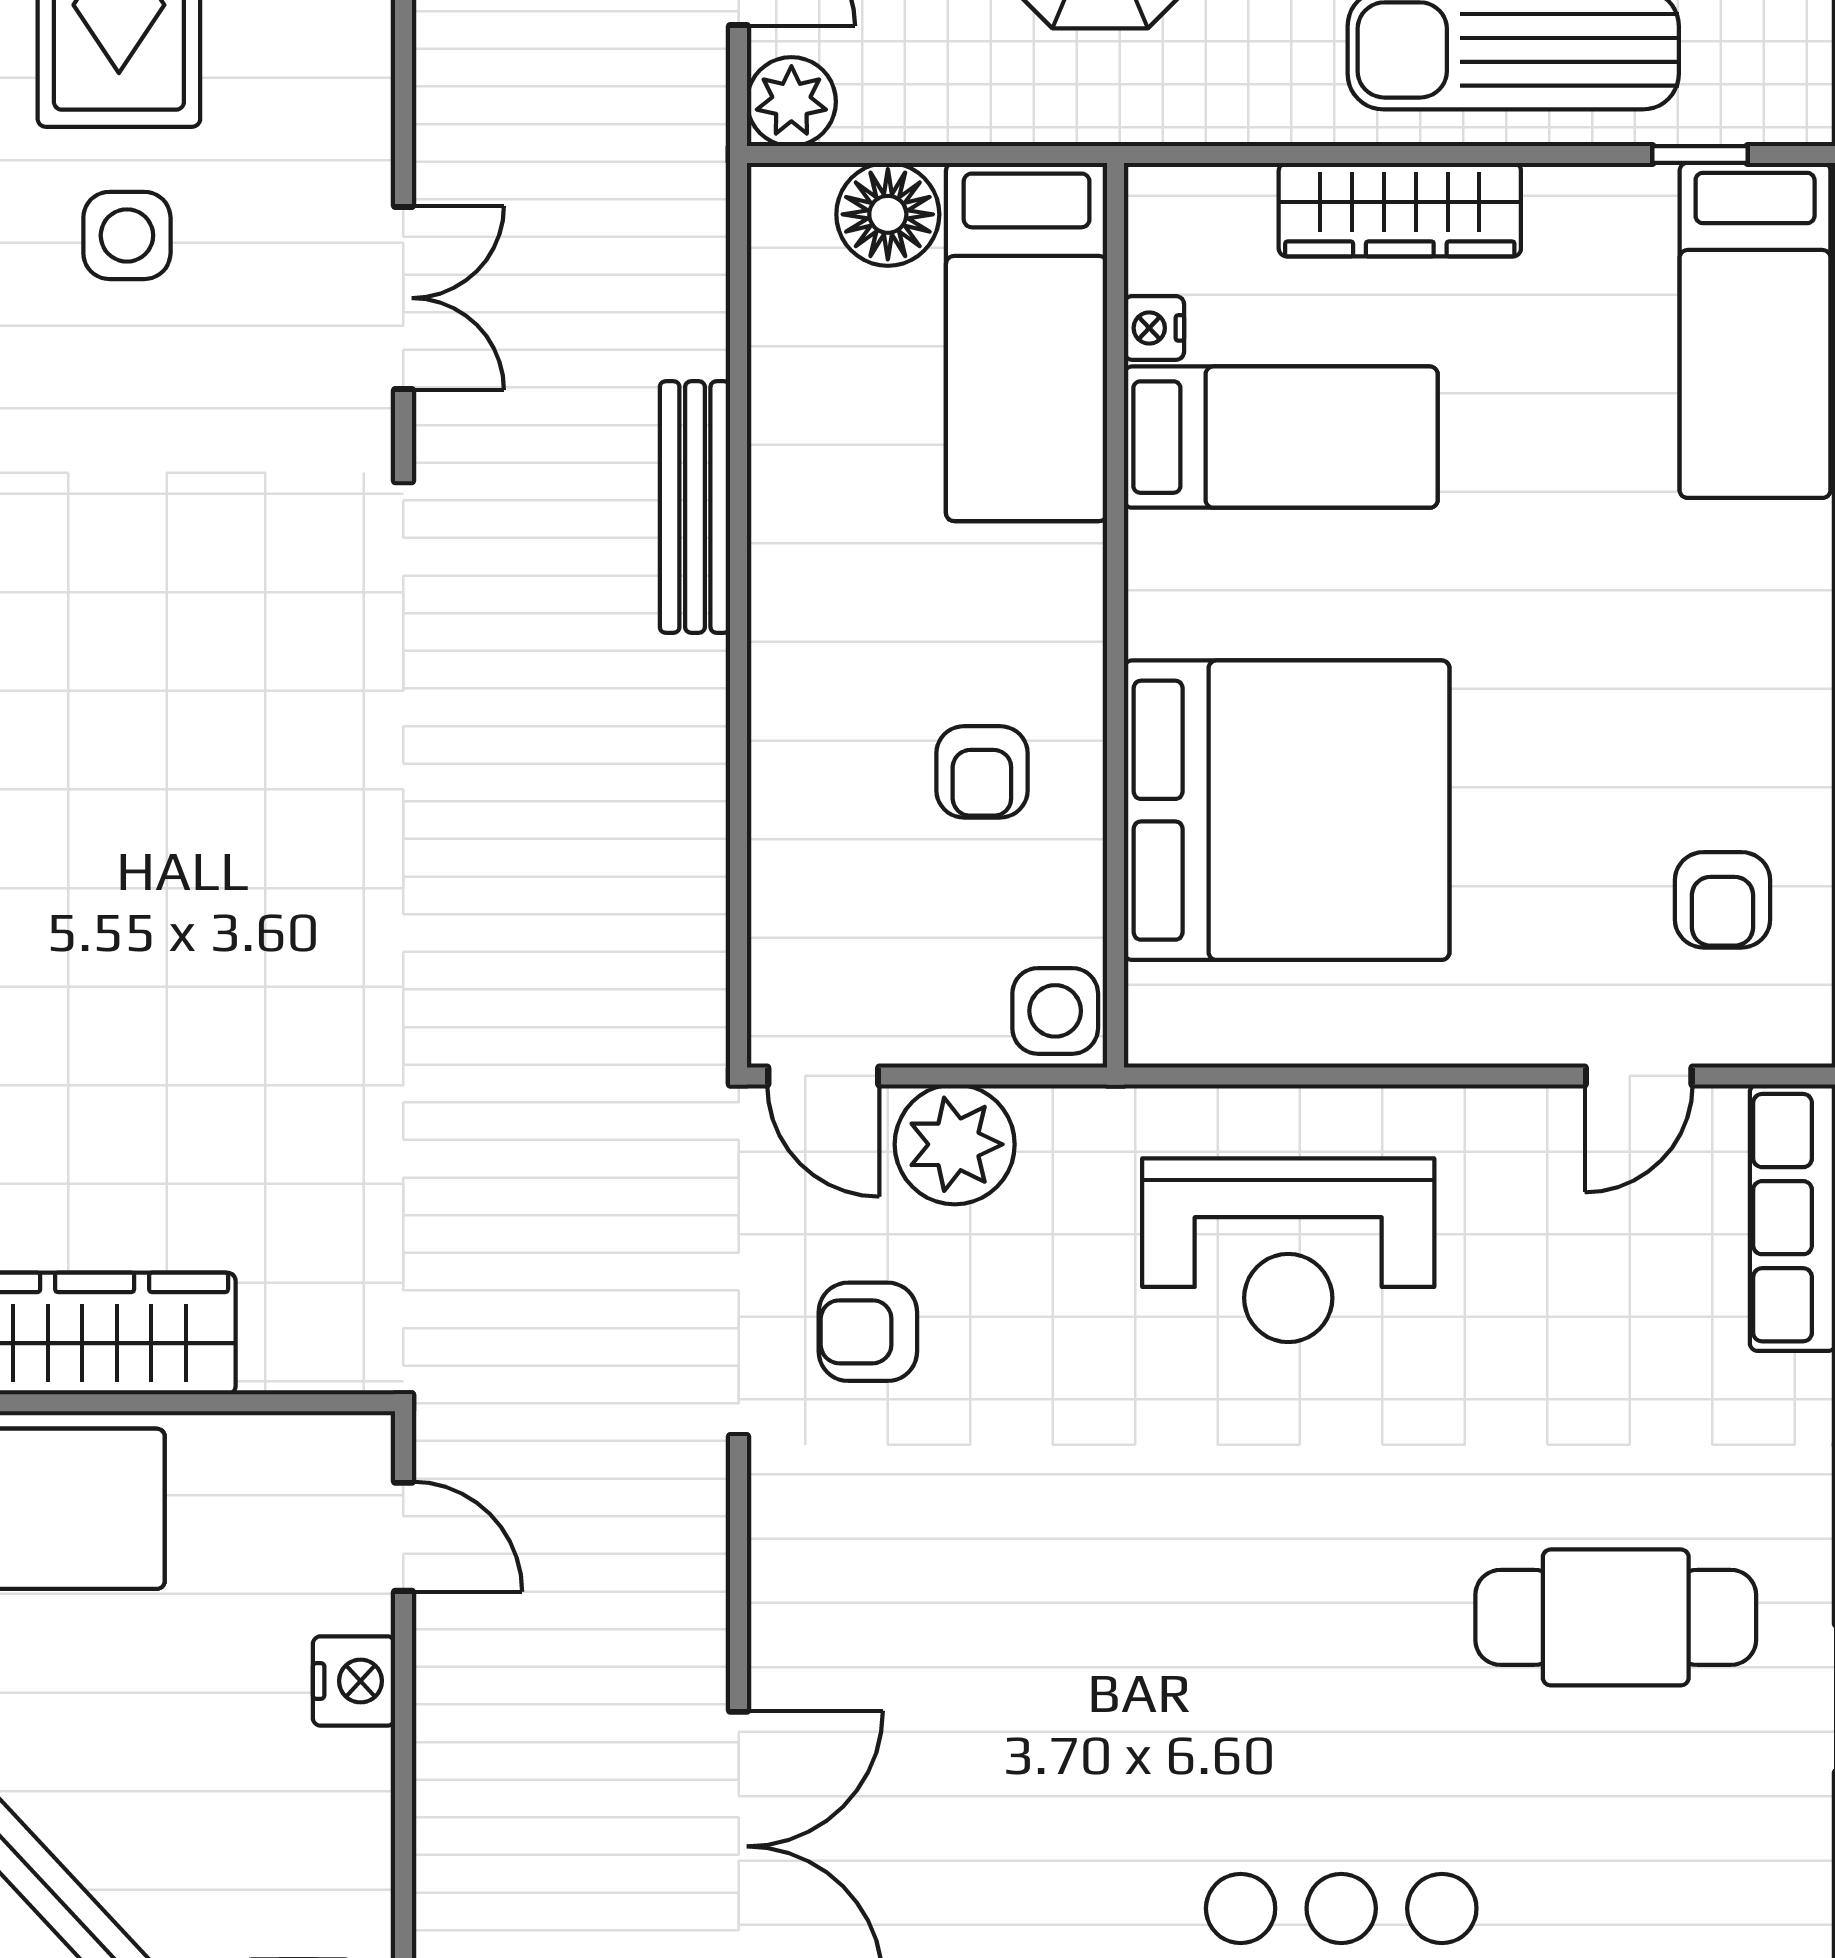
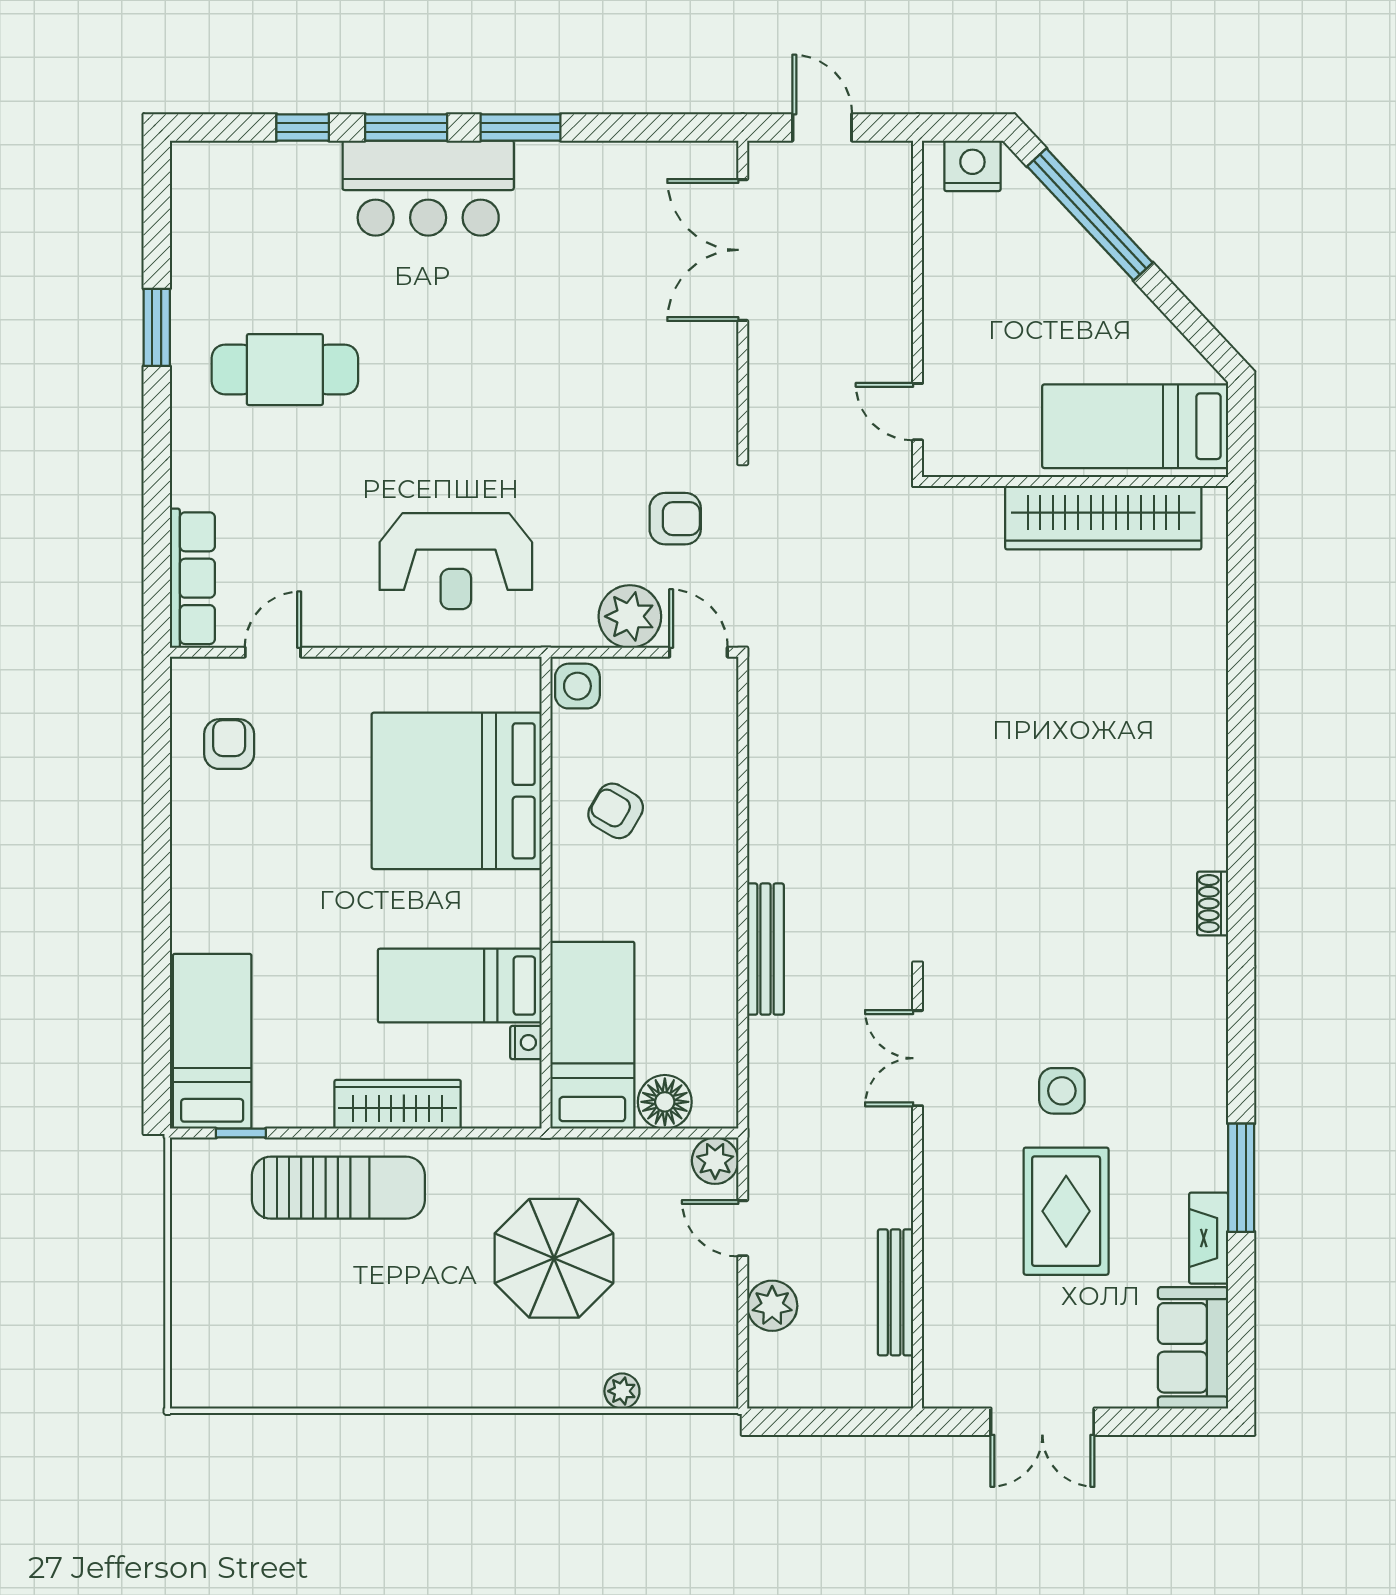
armchair: (982, 772) -> (616, 811), turned -60
reception desk: (1288, 1250) -> (456, 561), turned 180
nightstand: (354, 1681) -> (943, 336), removed

